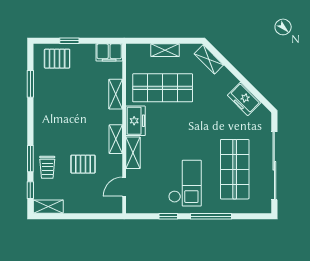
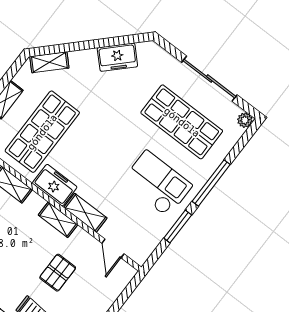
sliding door: (274, 166) -> (209, 79), width x0.73
plant: (266, 207) -> (245, 120), added
window: (168, 216) -> (178, 226), width x1.50

